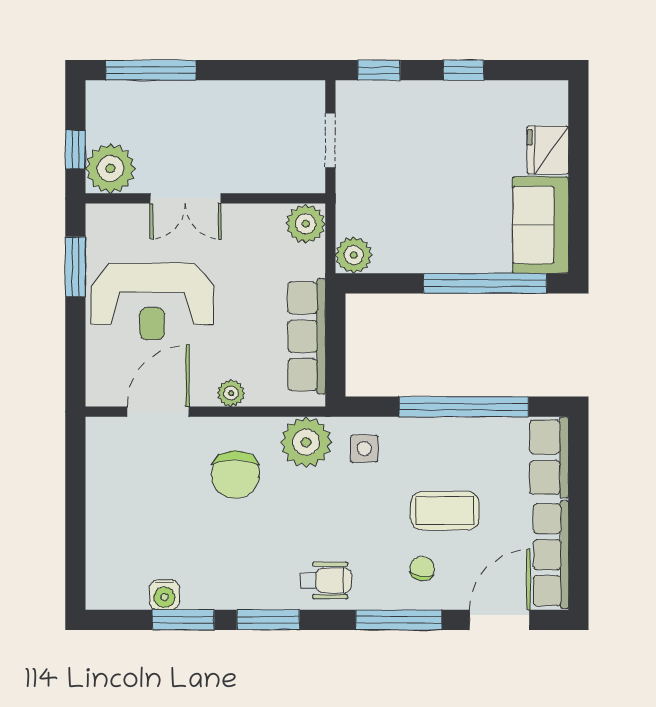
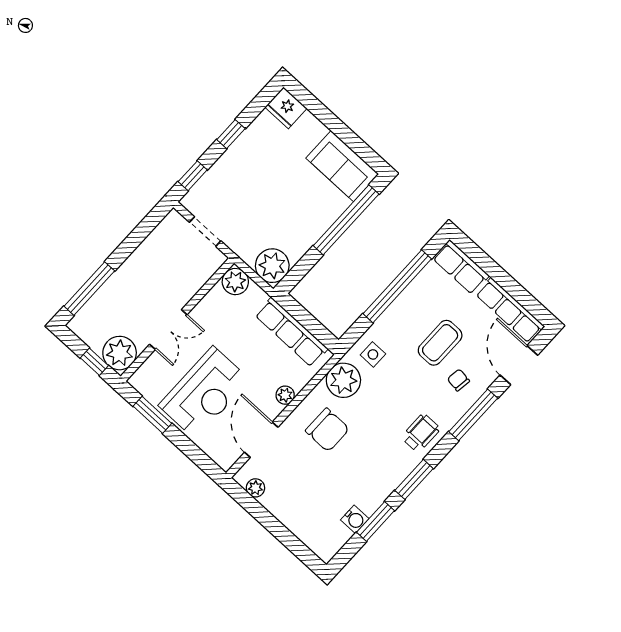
fridge: (548, 150) -> (286, 108), moved
plant: (354, 255) -> (272, 266), width x1.36, depth x1.36
plant: (99, 454) -> (255, 488), added

